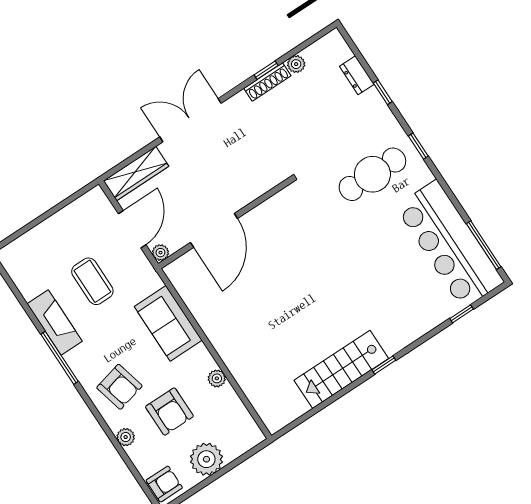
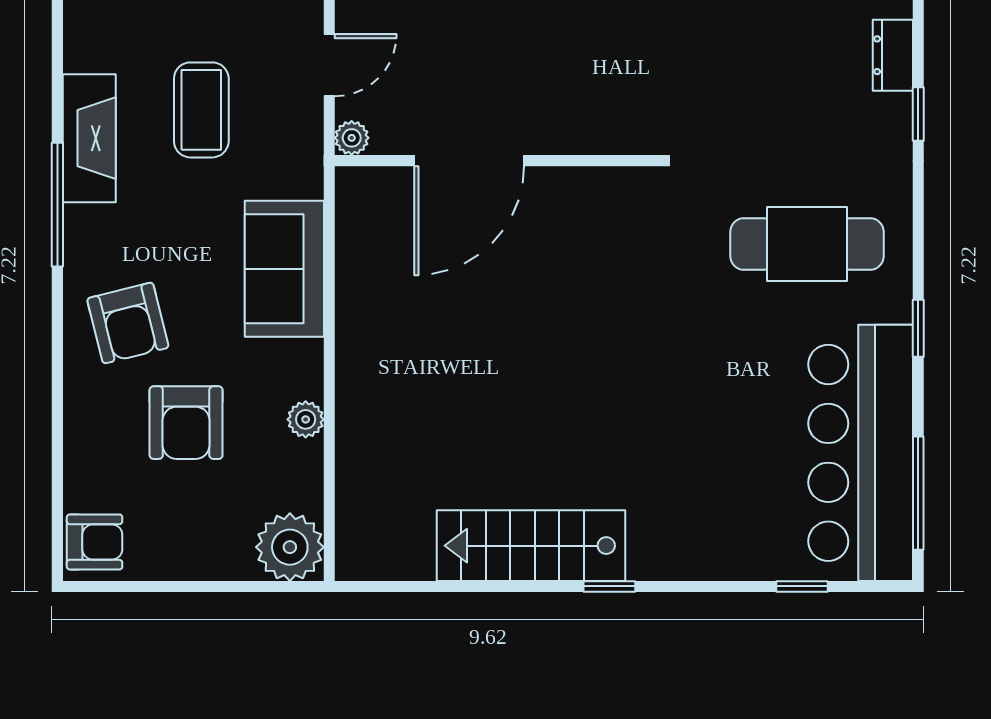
window: (418, 146) -> (918, 328), moved
door: (132, 229) -> (329, 65), width x0.73
plant: (126, 437) -> (81, 417), removed
plant: (206, 459) -> (290, 547), moved

